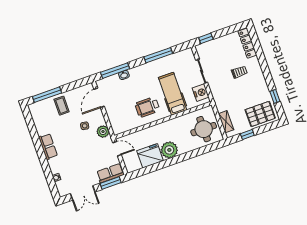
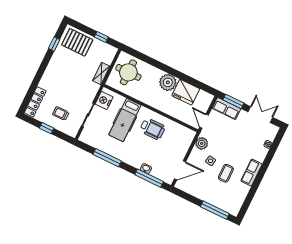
window: (206, 38) -> (47, 128), moved
trolley: (239, 72) -> (61, 113), moved
coffee table: (62, 106) -> (226, 173), moved
shelving: (226, 122) -> (101, 73), moved

